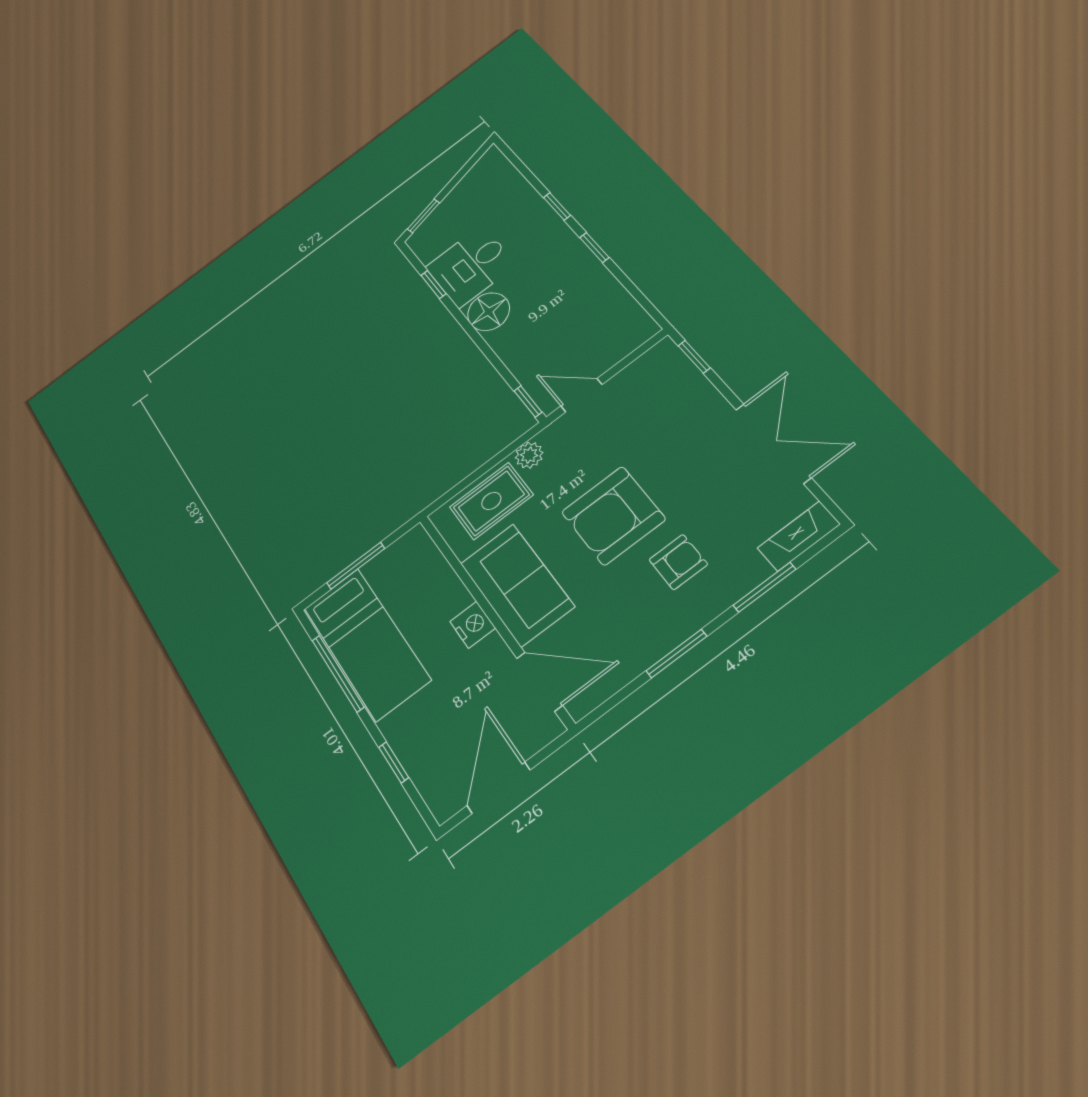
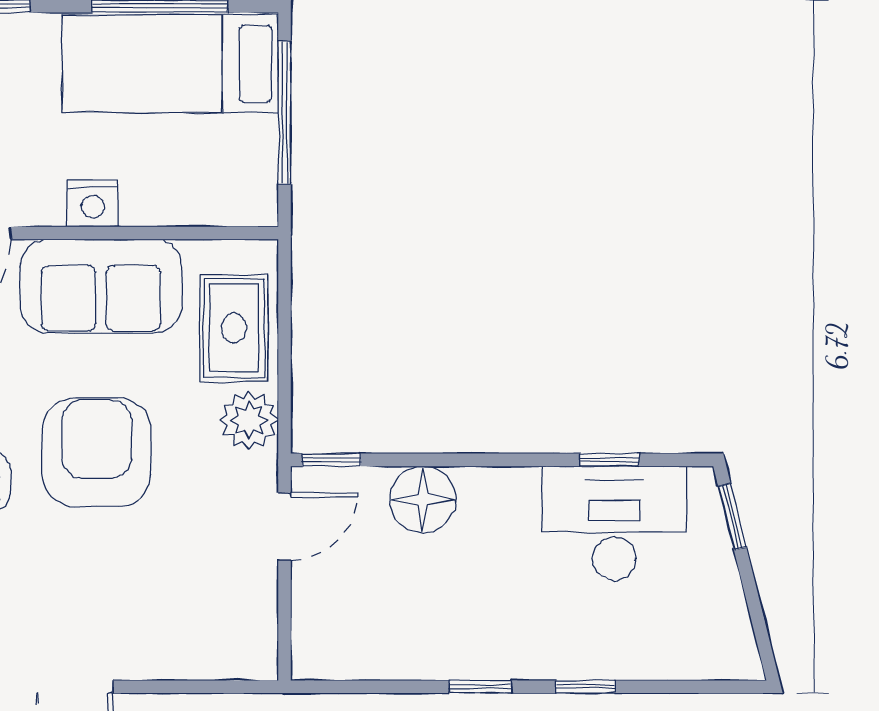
desk: (471, 266) -> (614, 523), width x1.37
floor lamp: (489, 312) -> (423, 499), moved
window: (694, 357) -> (222, 687), removed
plant: (529, 455) -> (249, 420), width x1.38, depth x1.38
window: (356, 566) -> (285, 112), width x1.44

